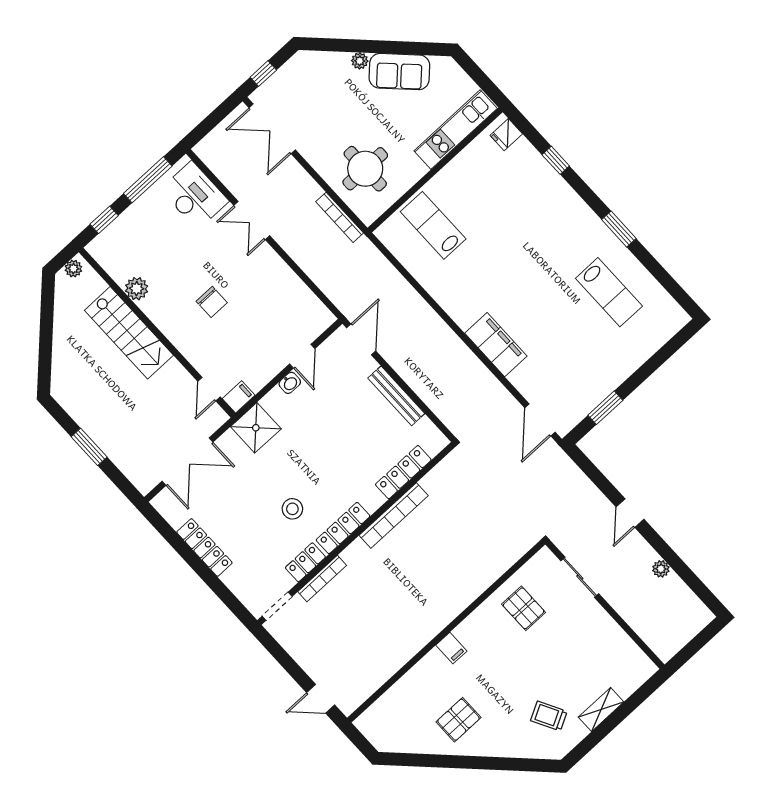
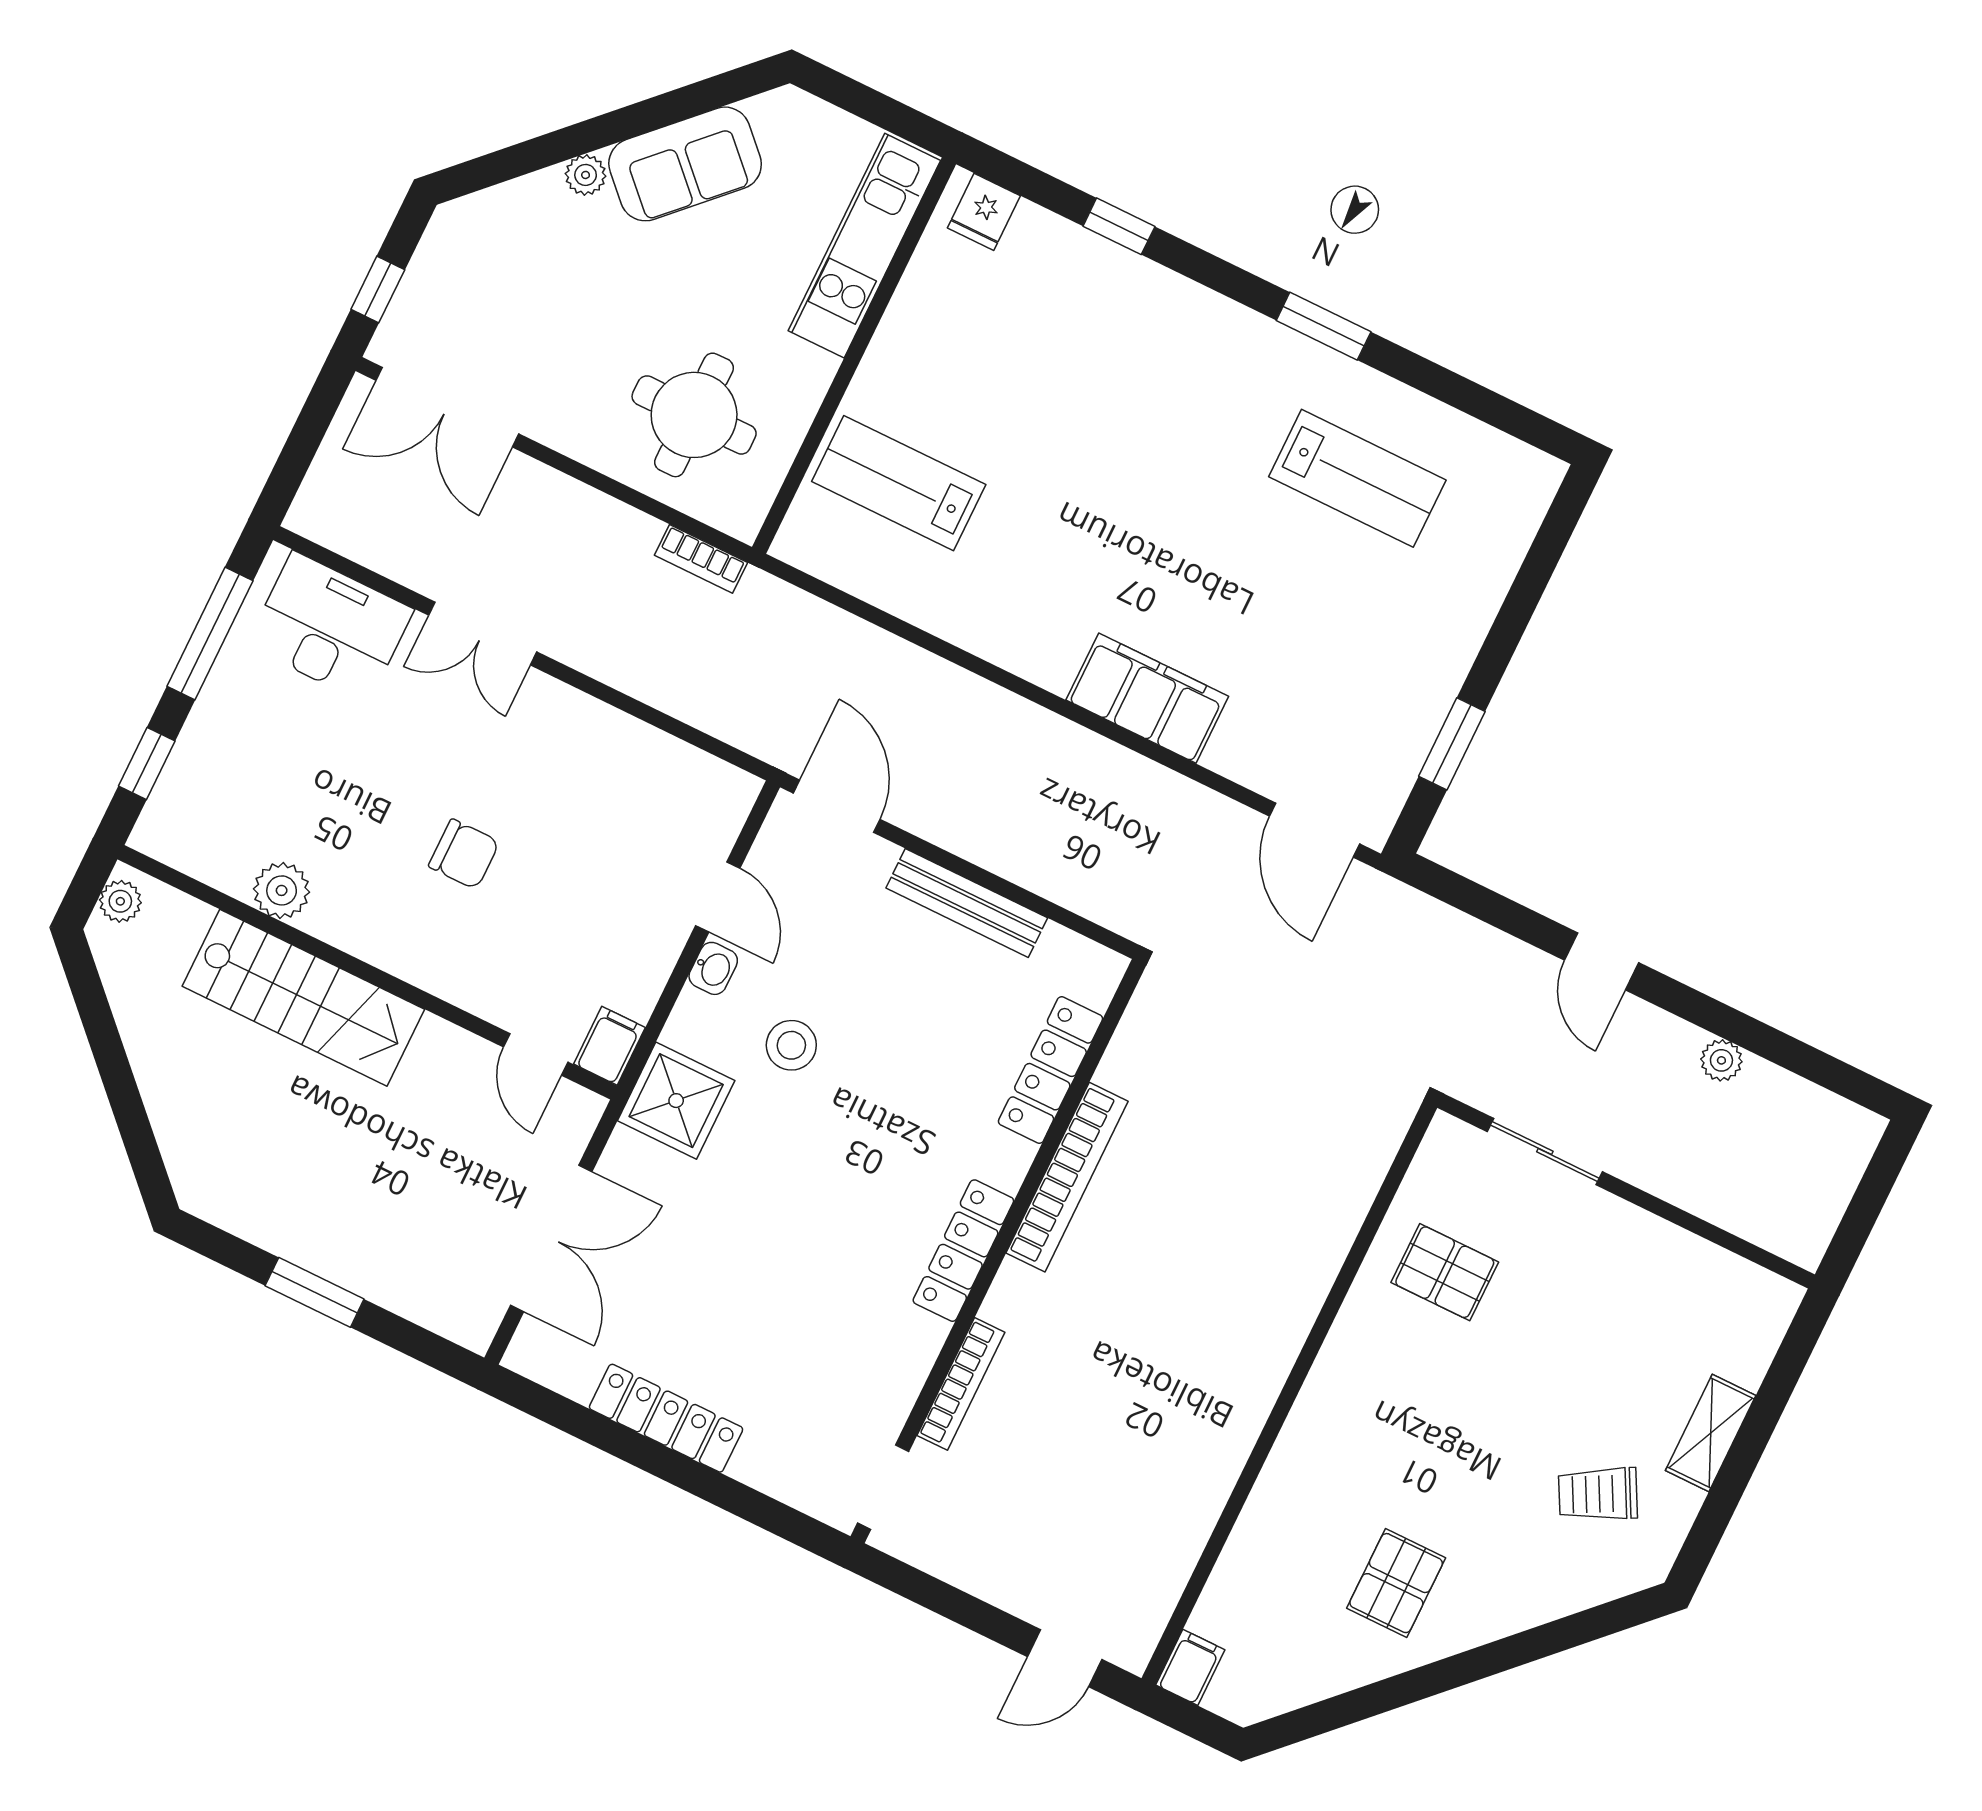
bookcase: (340, 217) -> (701, 559), width x0.64
stool: (292, 509) -> (791, 1045), moved
locker: (305, 562) -> (908, 1362), removed
filing cabinet: (451, 648) -> (1190, 1667), moved, turned -90

